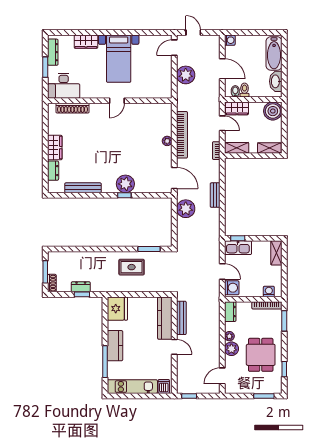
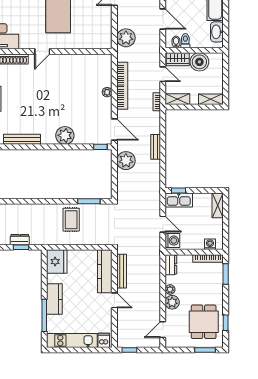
plant: (186, 75) -> (126, 38), moved
door: (117, 101) -> (42, 51), moved
boiler: (273, 111) -> (199, 62), moved
window: (124, 195) -> (100, 147), moved
rug: (132, 267) -> (71, 220), turned 90
dining table: (261, 355) -> (204, 322), moved

